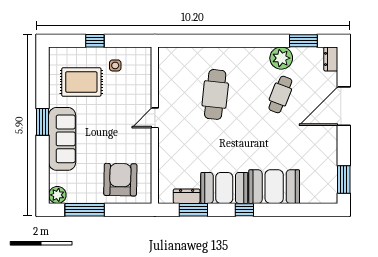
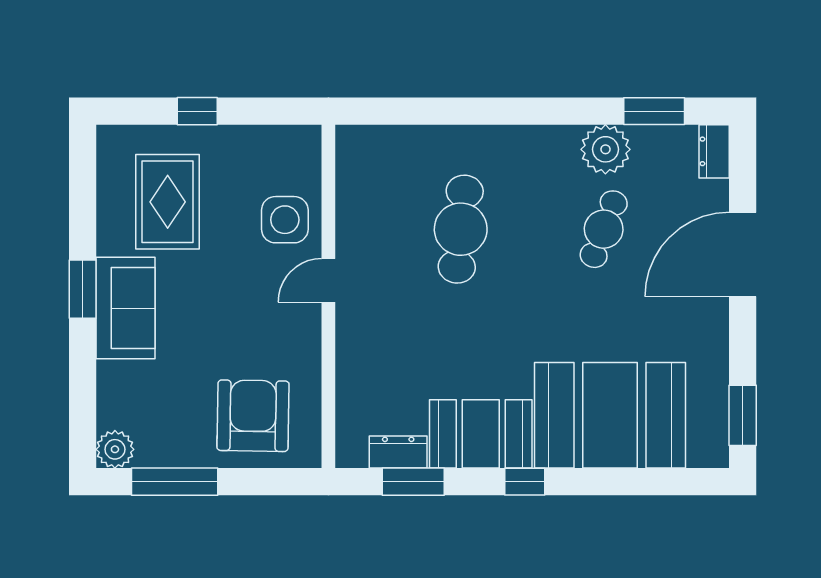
side table: (115, 65) -> (285, 220), moved, width x1.87, depth x1.87
rug: (81, 82) -> (168, 202), turned 90
sofa: (62, 139) -> (125, 308), width x0.73
booth: (274, 187) -> (610, 415), width x1.36, depth x1.42

